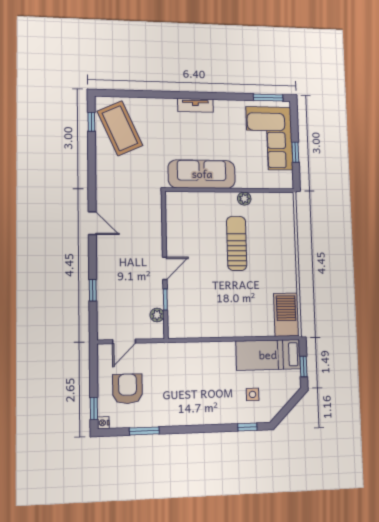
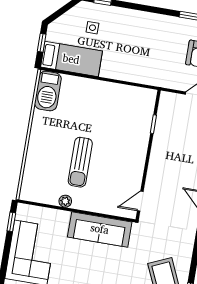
window: (295, 152) -> (11, 222), moved
door: (165, 268) -> (140, 201), moved
plant: (157, 315) -> (163, 112), removed

